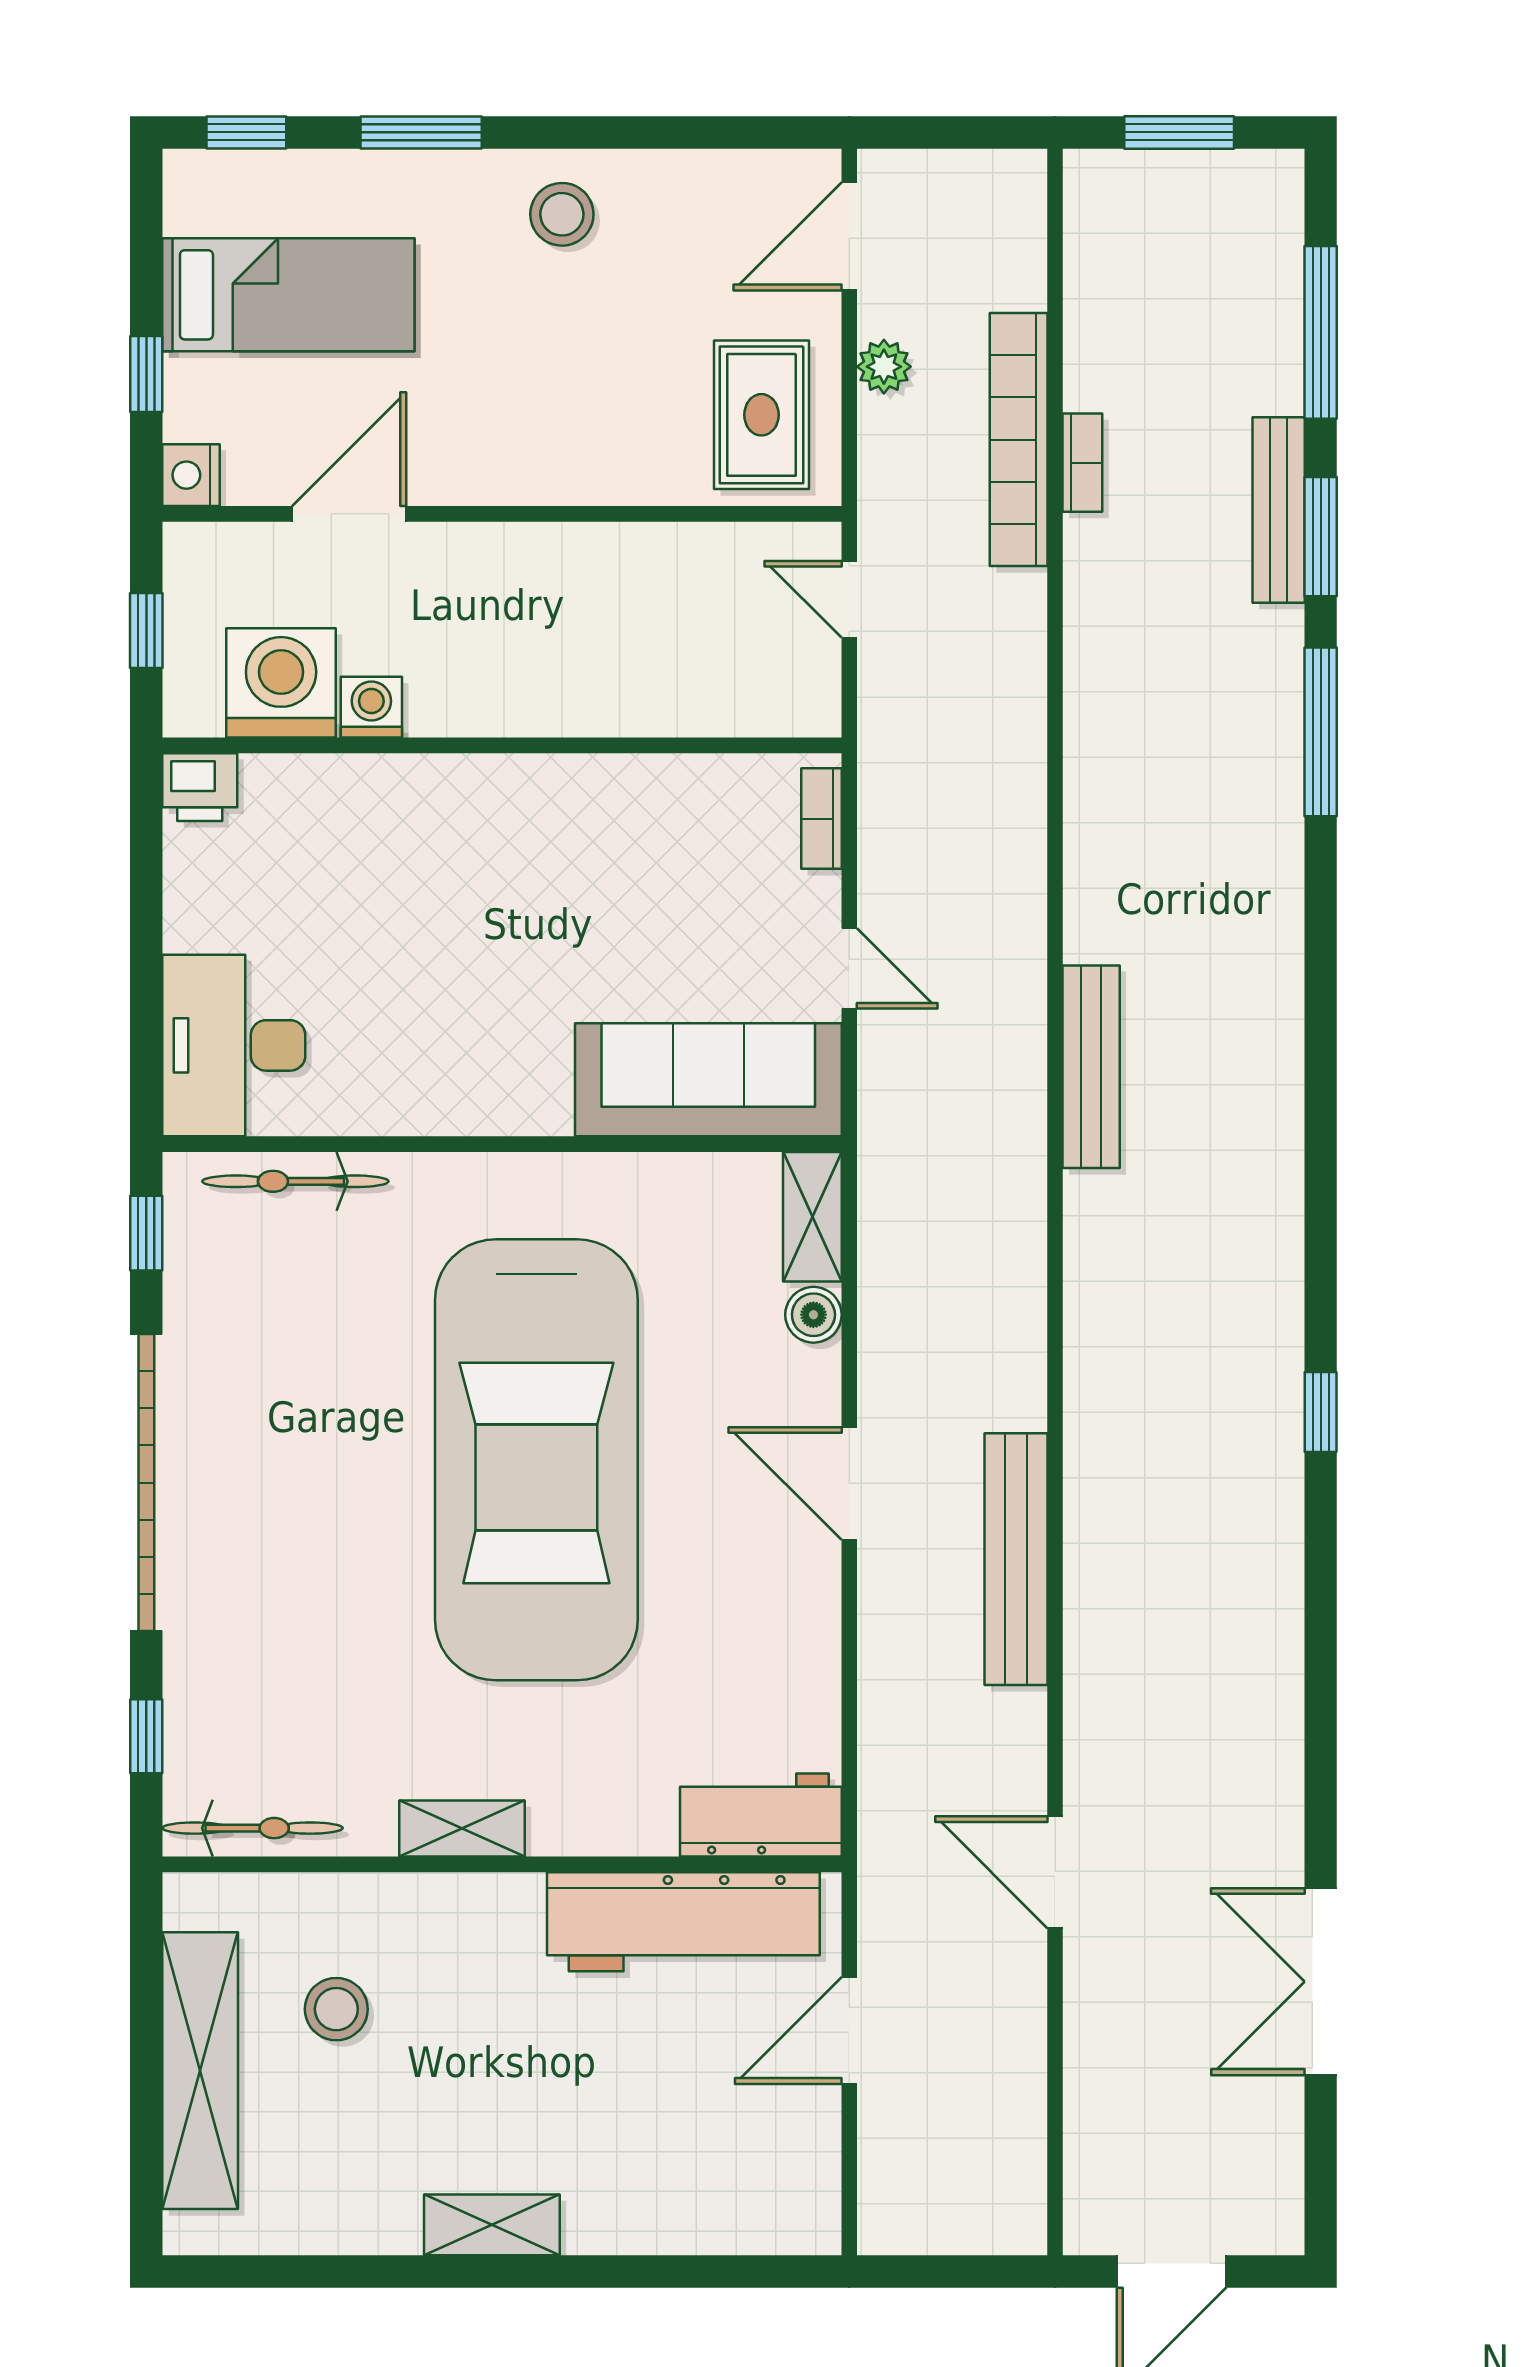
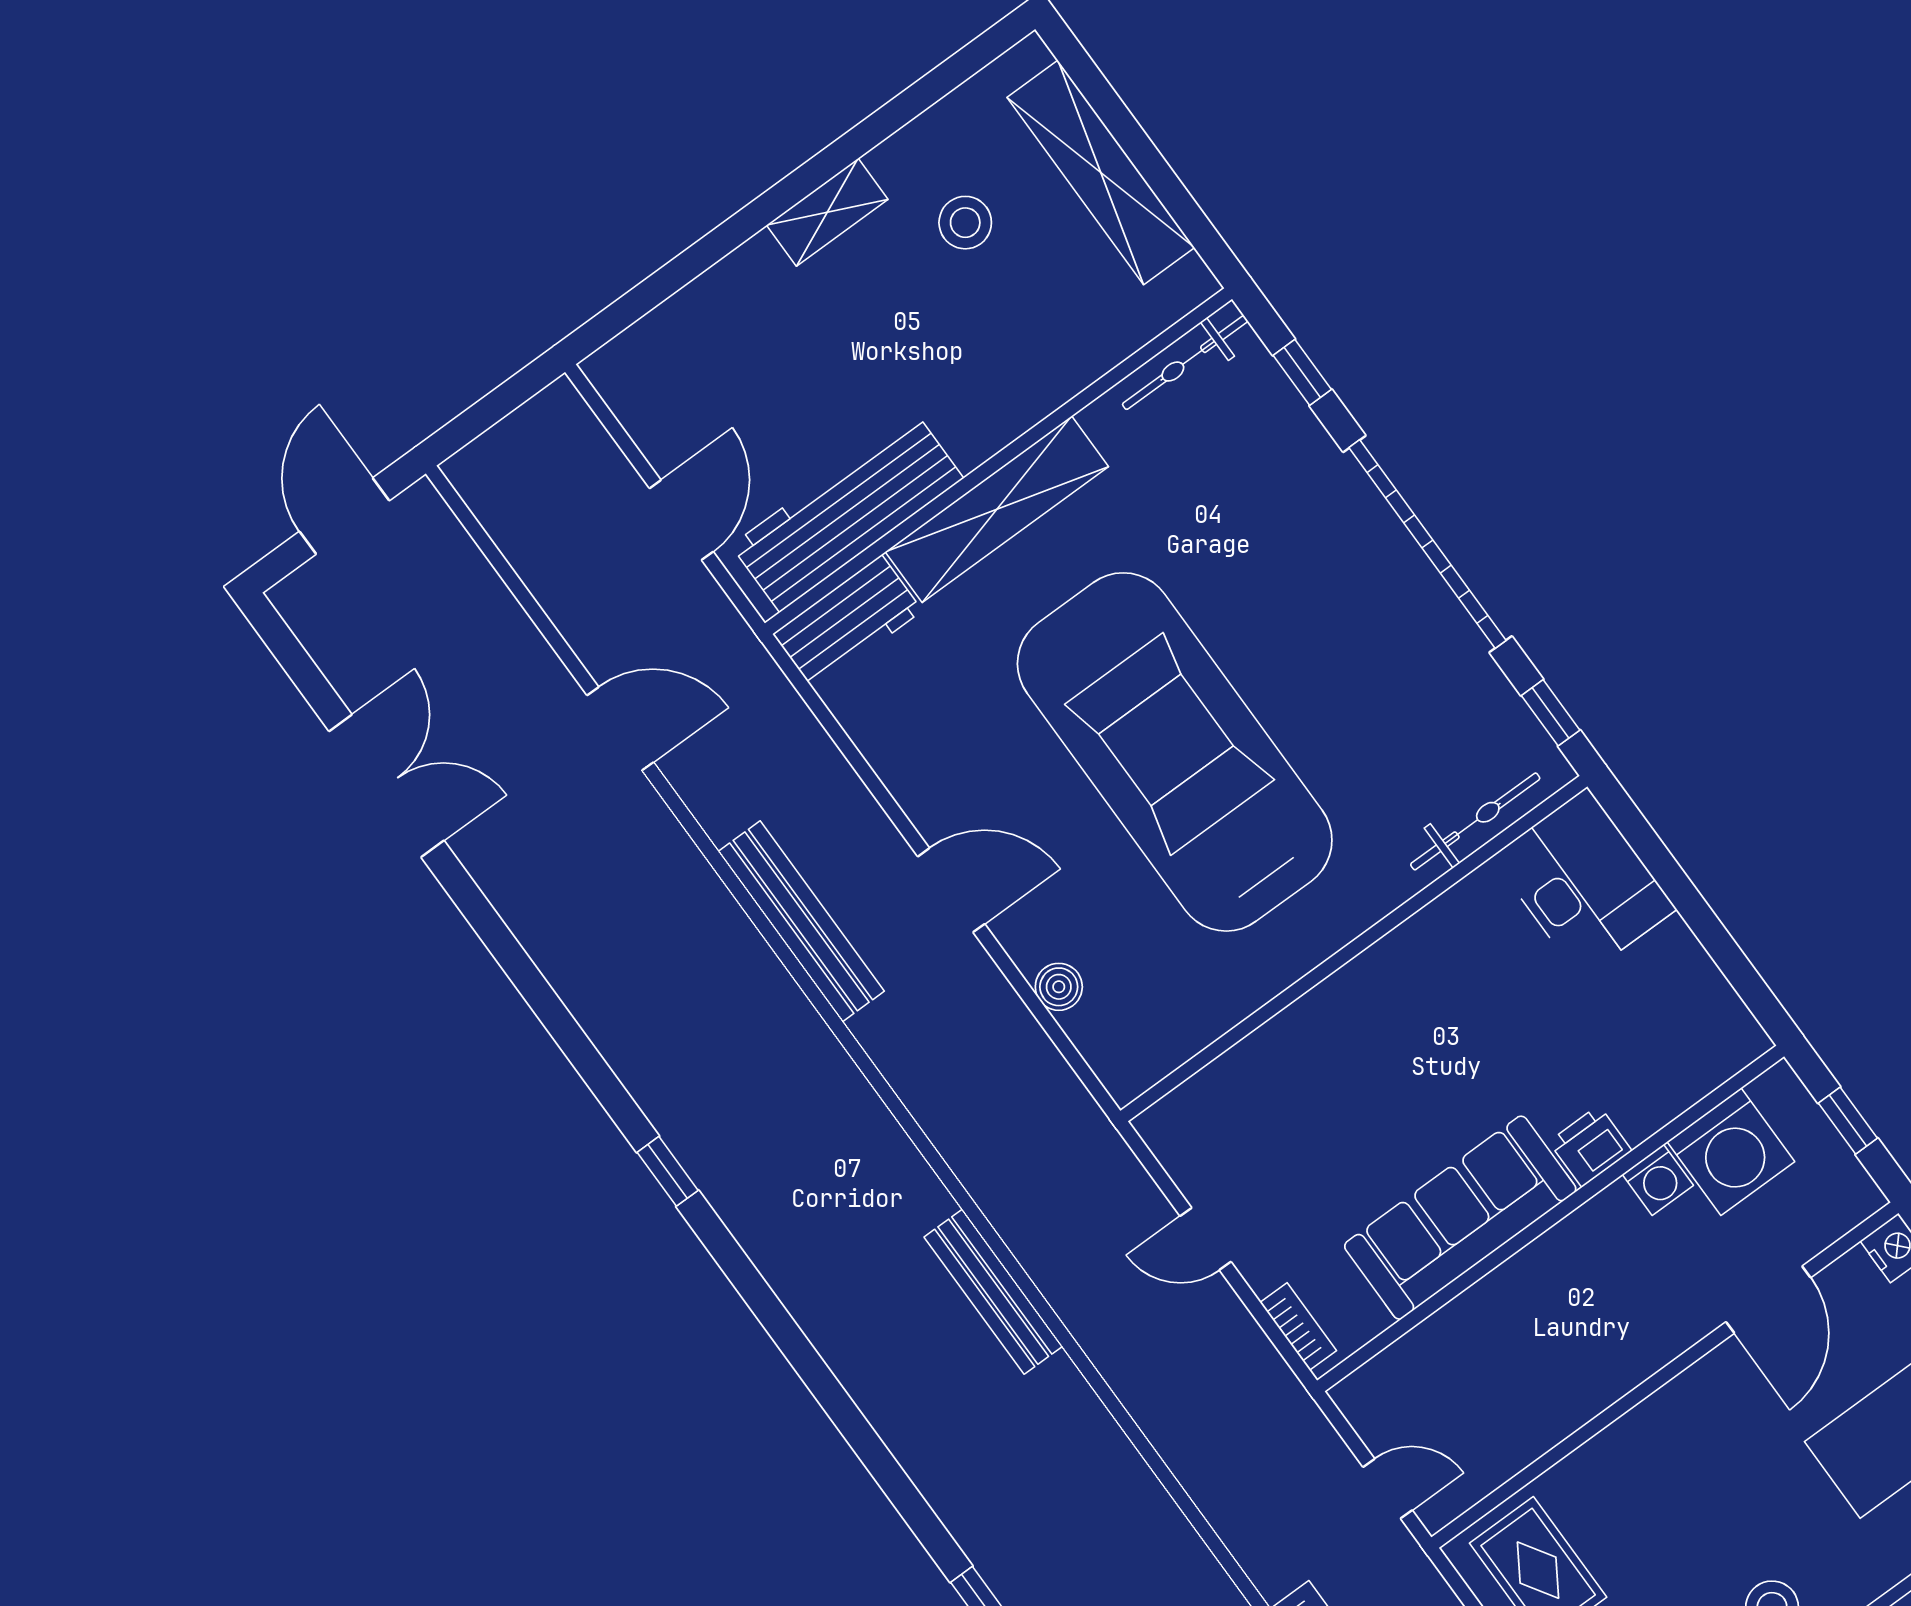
printer: (200, 787) -> (1590, 1146), moved
sofa: (708, 1080) -> (1460, 1218), moved, turned 180
shelving: (812, 1217) -> (1108, 1053), removed
shelving: (462, 1828) -> (997, 509), width x2.20, depth x1.33
stool: (336, 2009) -> (965, 223), moved

